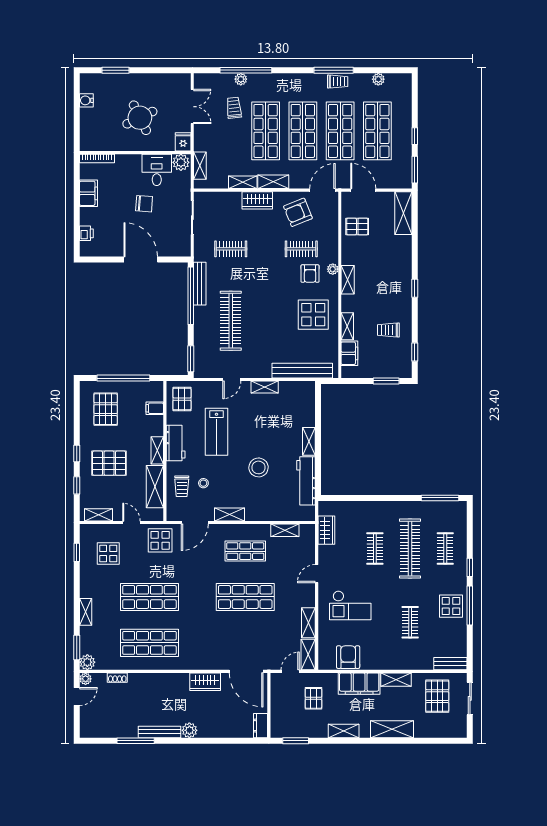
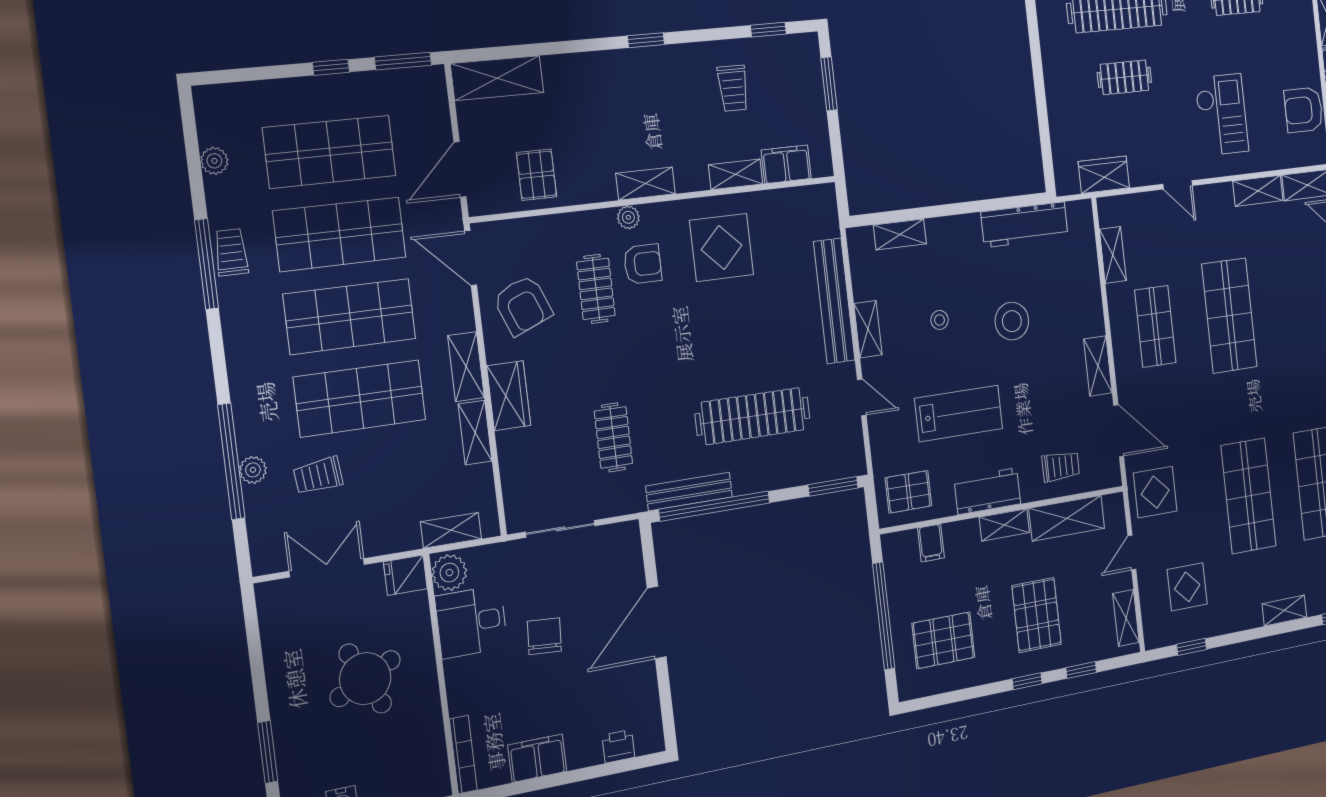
bench: (302, 371) -> (834, 301), moved
shelving: (309, 441) -> (900, 234), moved
stool: (203, 483) -> (940, 320), moved

